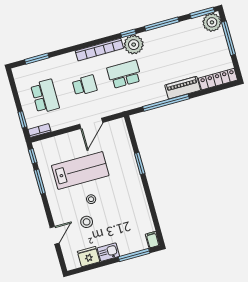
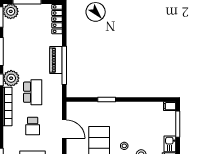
school desk: (124, 74) -> (33, 92), turned 180
school desk: (85, 85) -> (33, 126), turned 180
piano: (183, 88) -> (56, 60), moved

